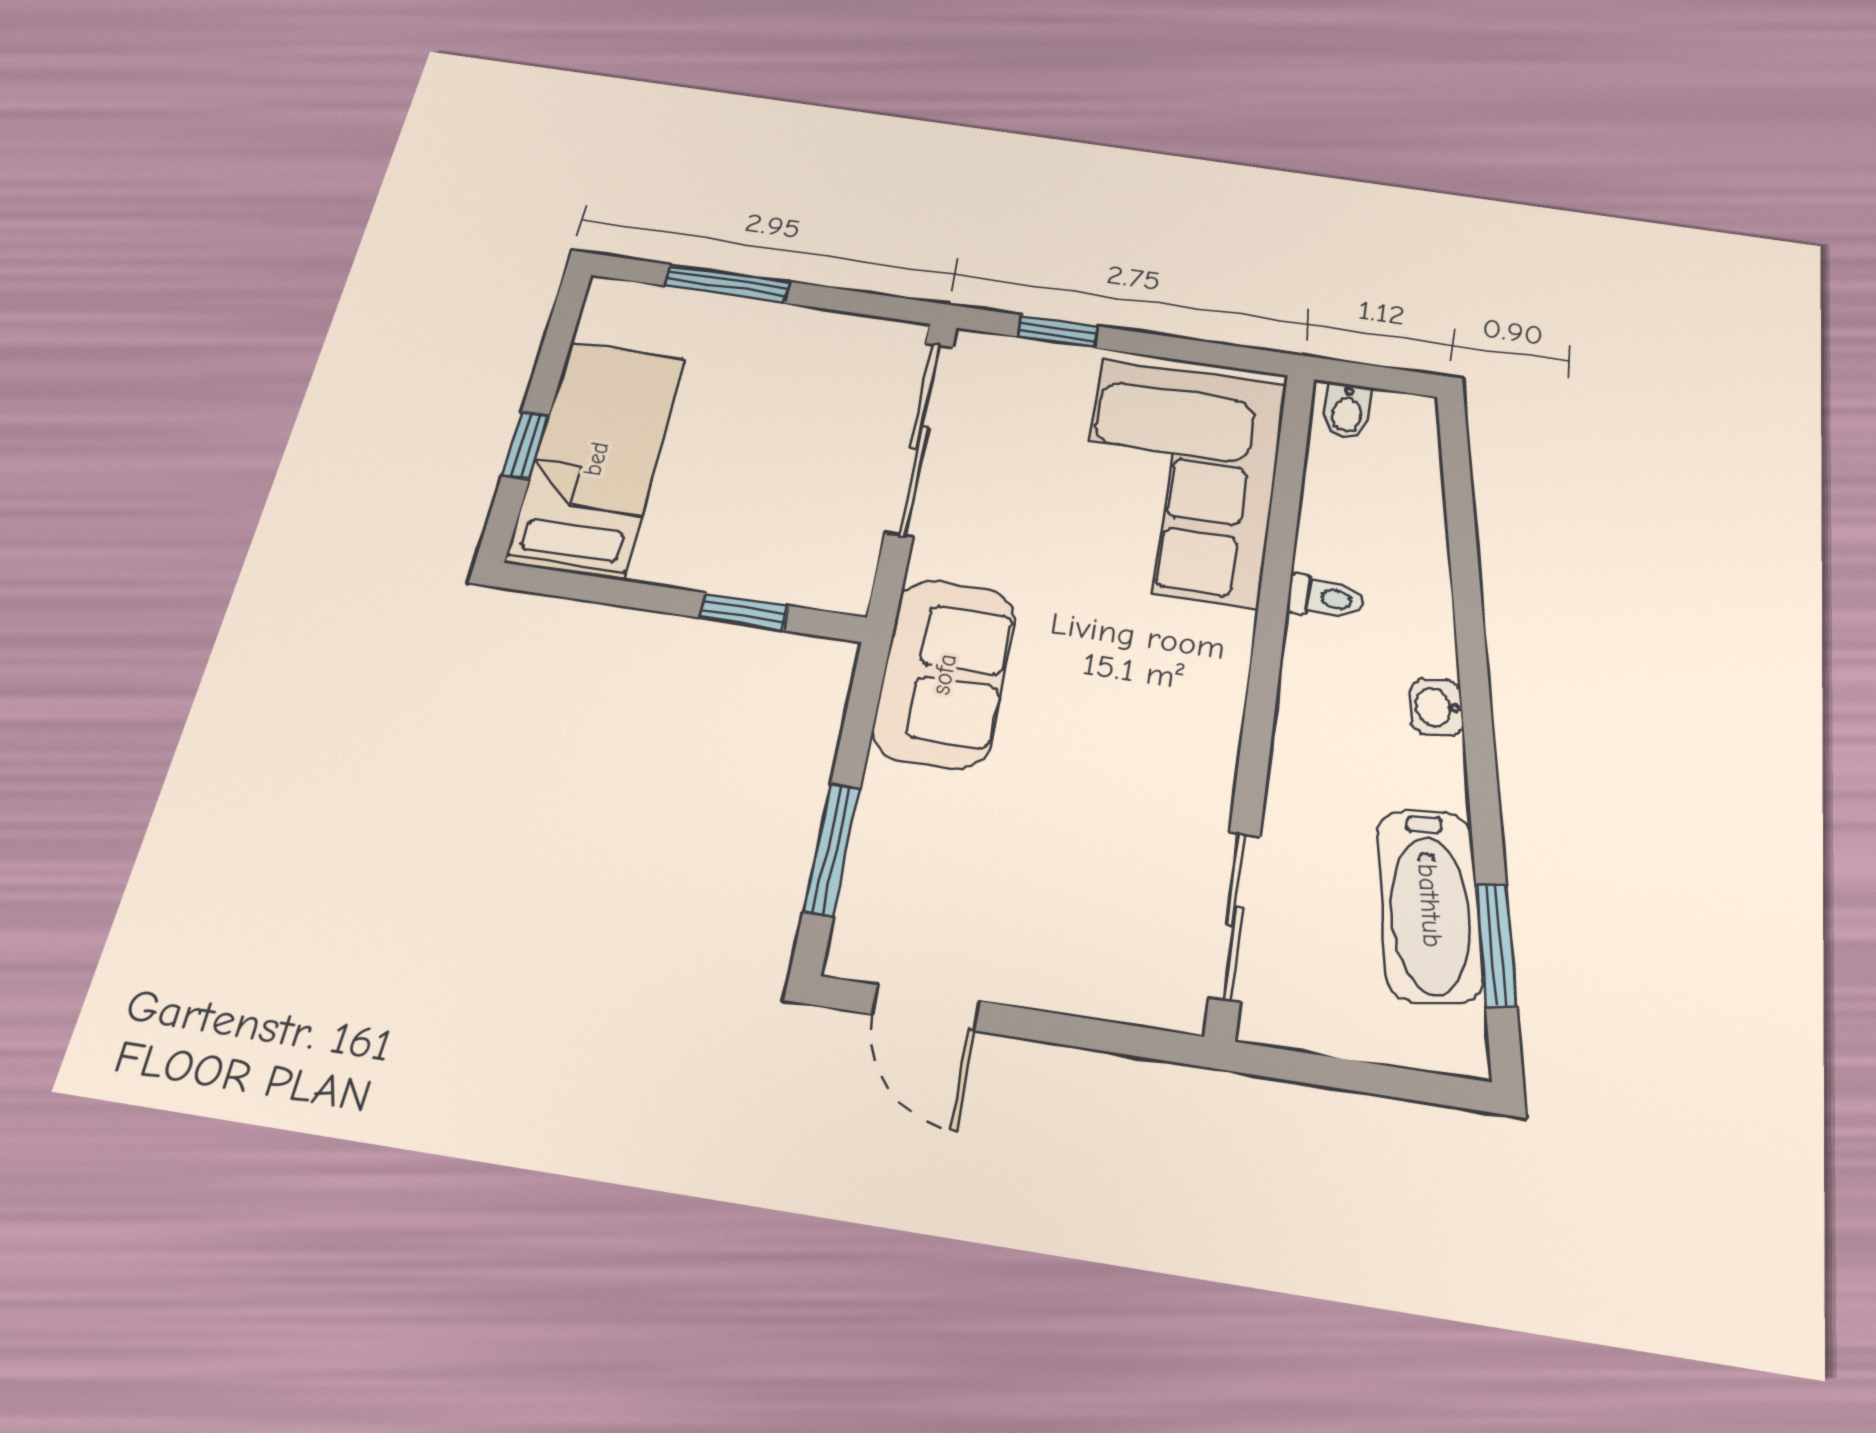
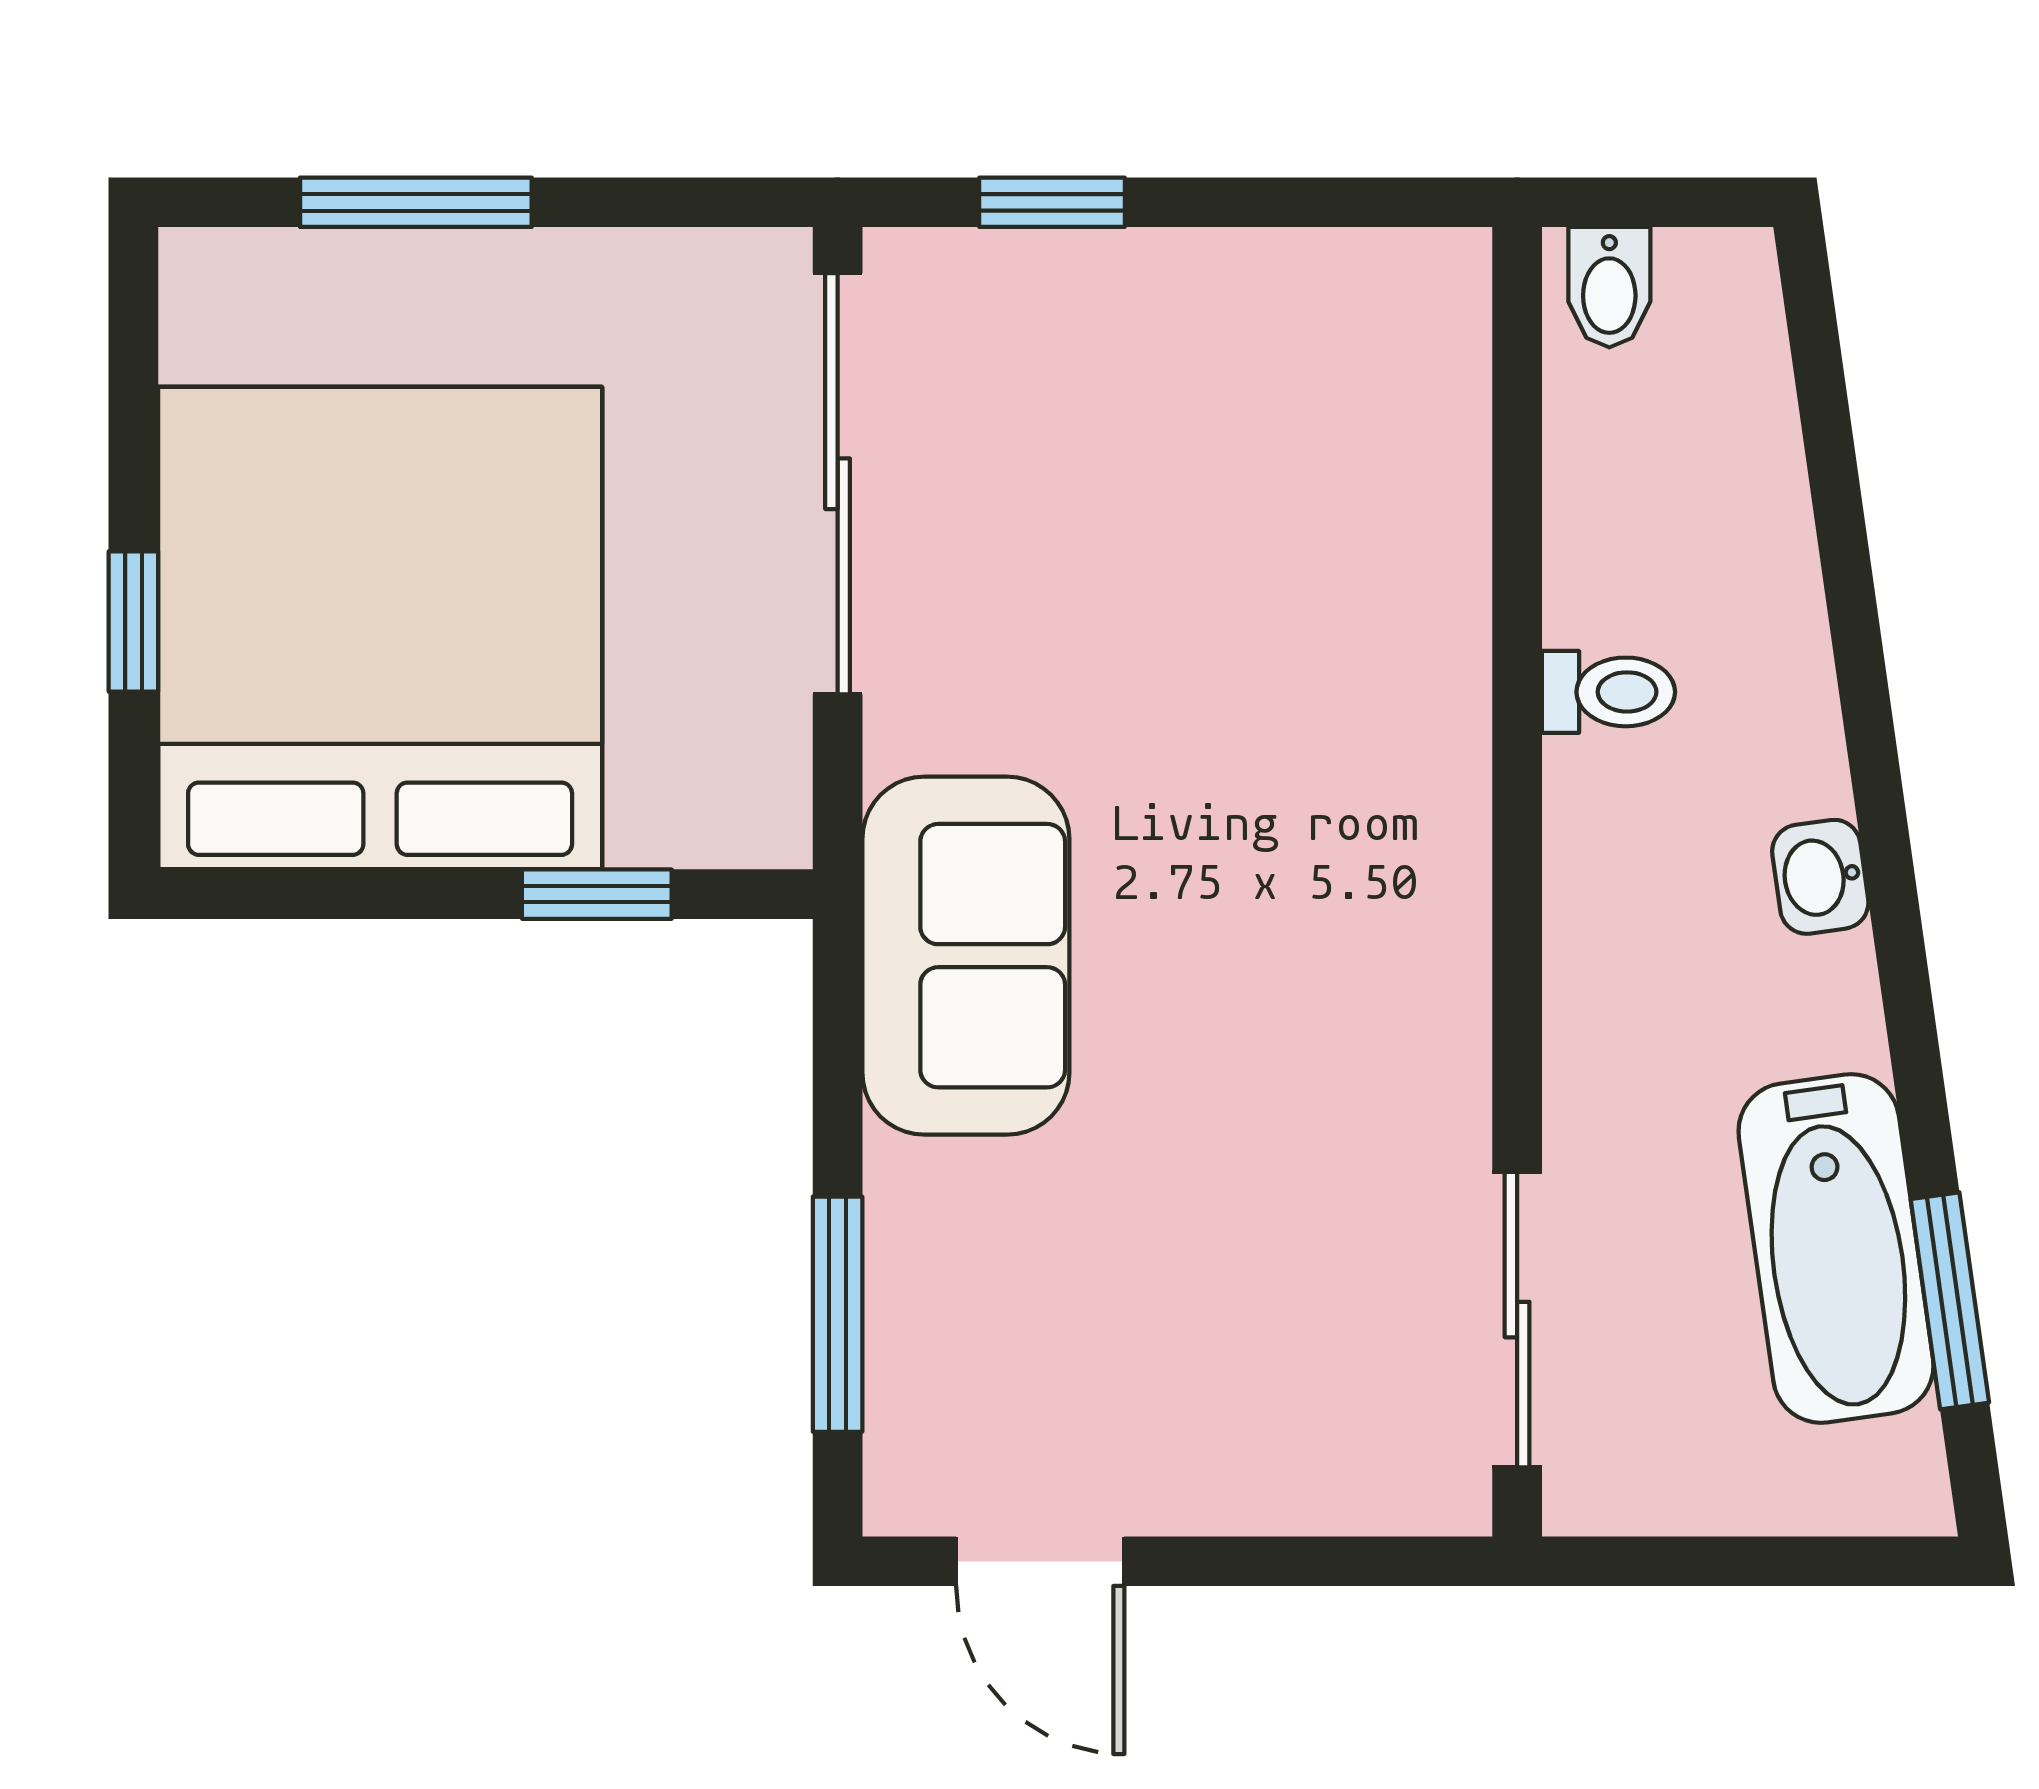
bed: (596, 459) -> (380, 628), width x2.04
corner sofa: (1179, 481) -> (1319, 493), removed

